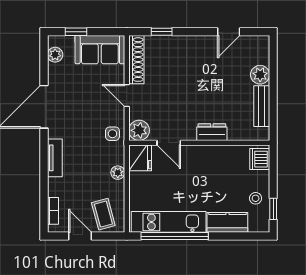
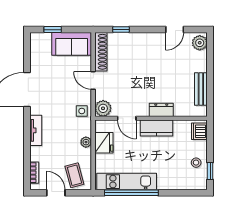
plant: (55, 55) -> (36, 48), removed
plant: (260, 75) -> (200, 43), moved
fridge: (140, 158) -> (104, 143), moved
kitchen counter: (227, 222) -> (156, 128), moved, turned 180

